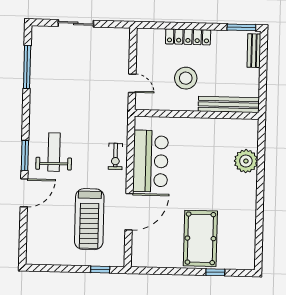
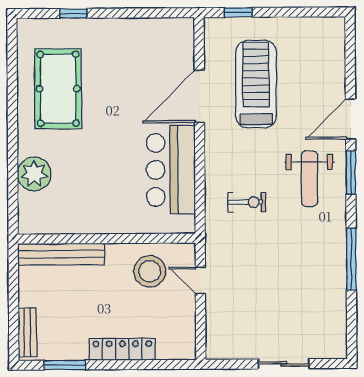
window: (241, 27) -> (65, 365), moved
window: (27, 67) -> (351, 259), moved
stool: (186, 78) -> (150, 271), moved
exercise bike: (115, 156) -> (247, 202), moved, turned 90
pool table: (200, 238) -> (58, 89), moved

